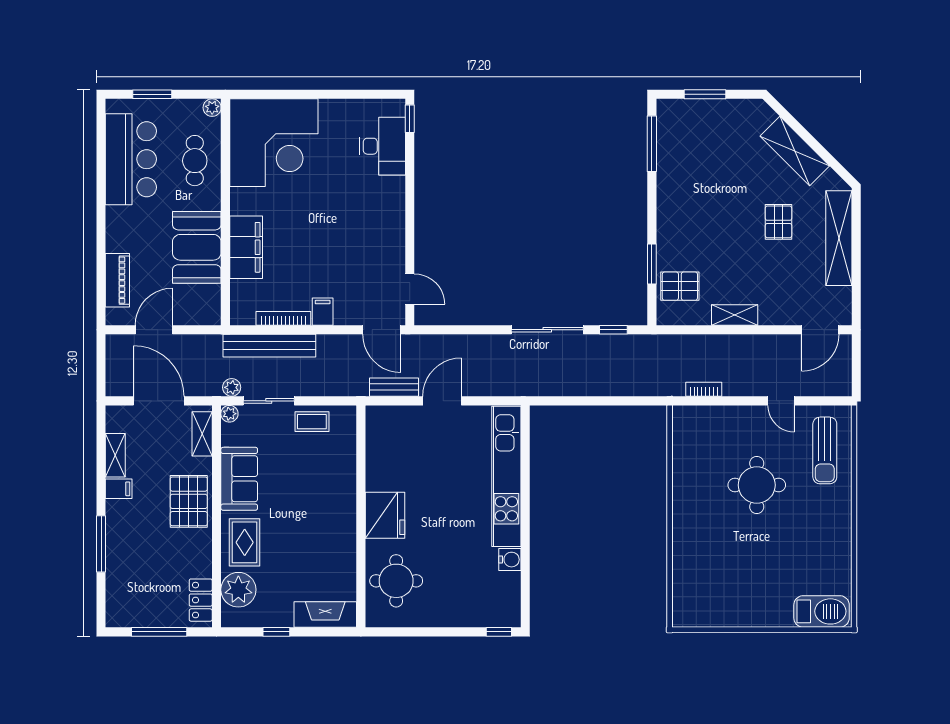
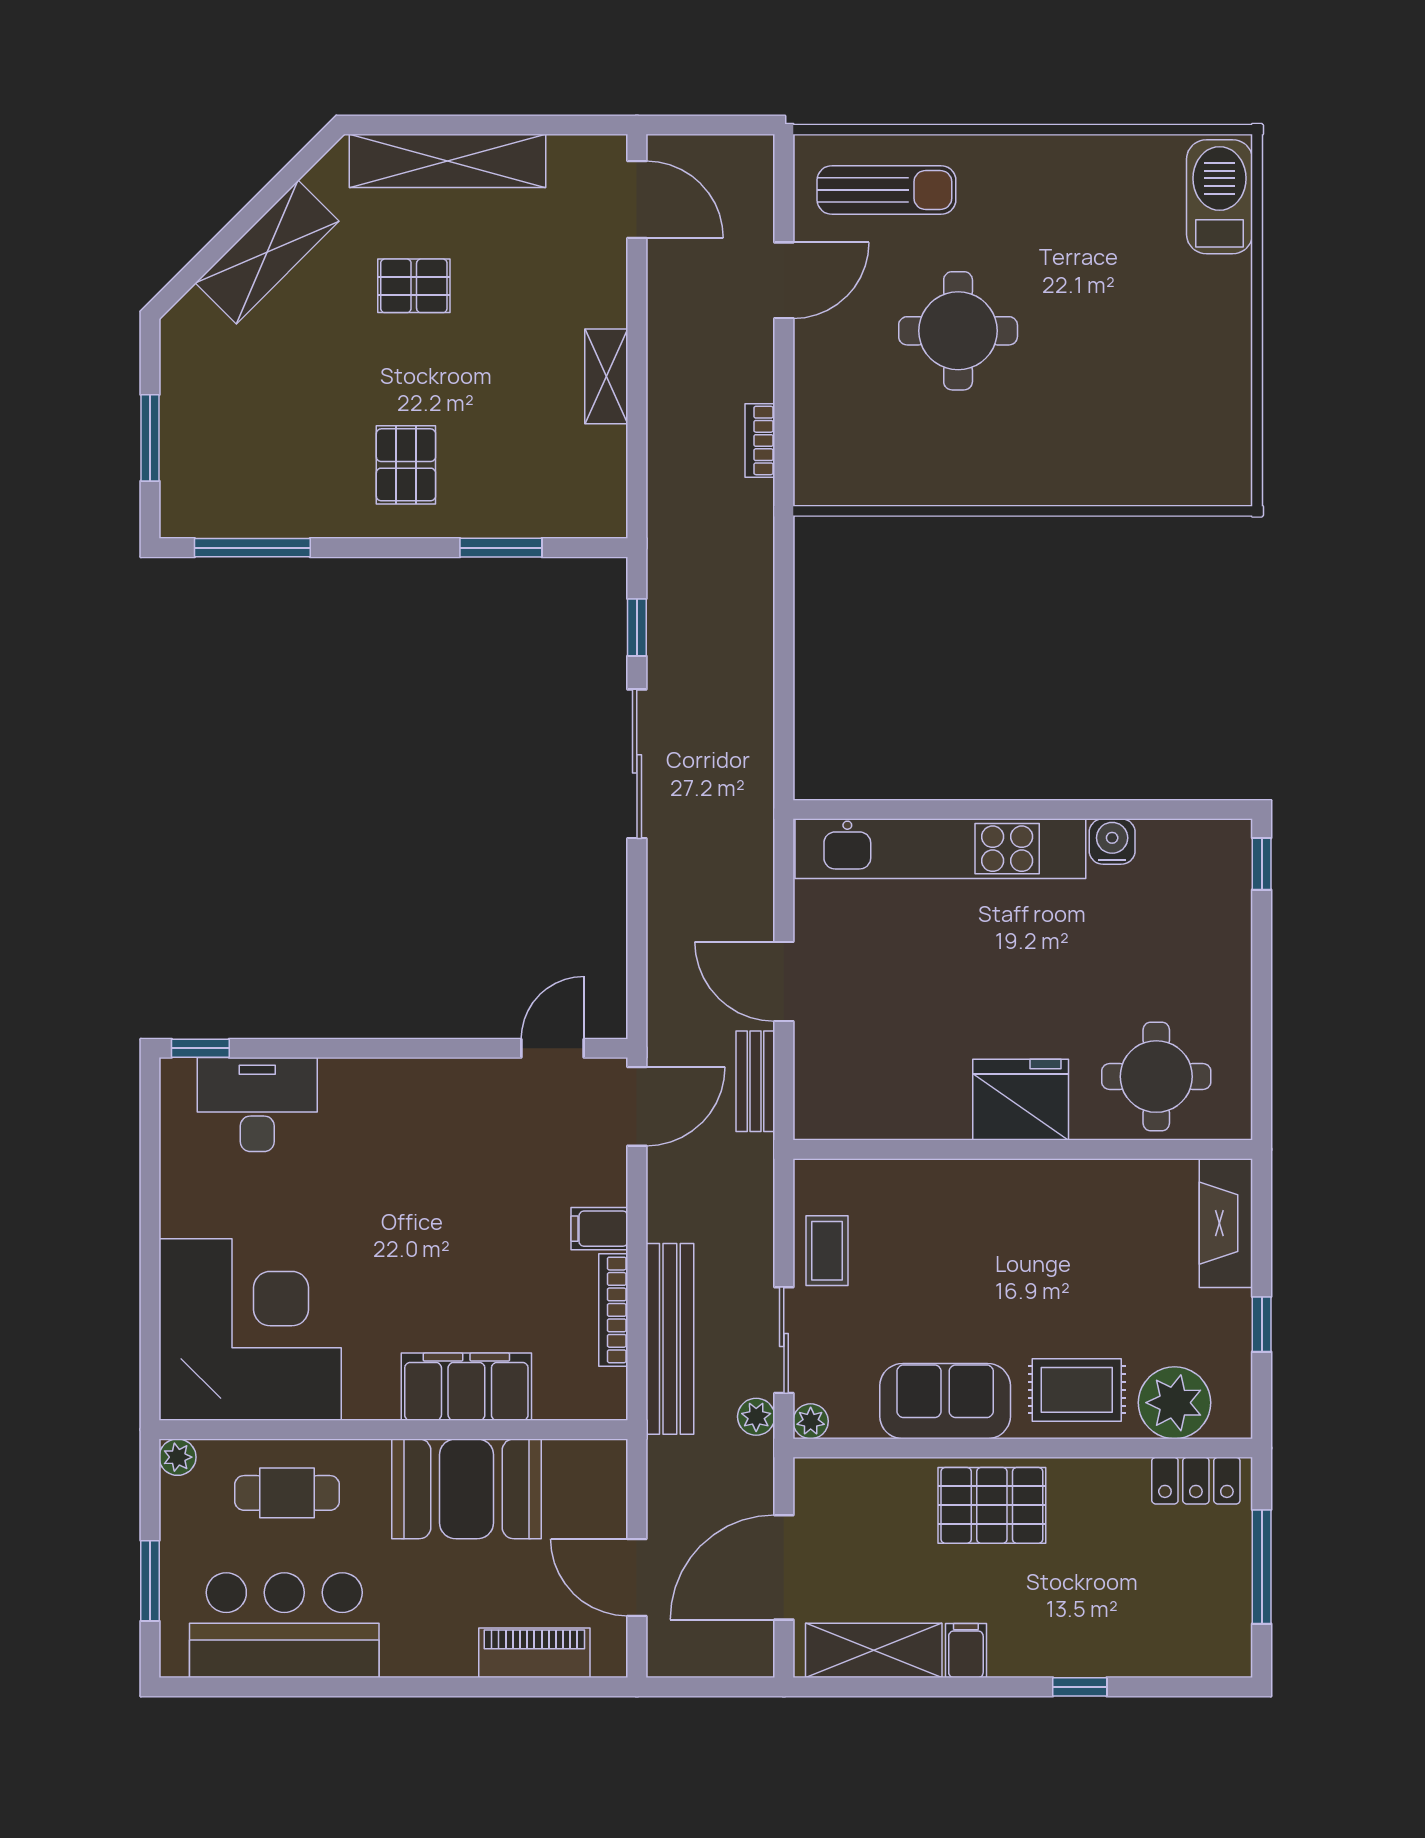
pallet: (680, 286) -> (406, 465), moved
door: (781, 401) -> (784, 280), width x1.38
shelving: (202, 434) -> (852, 1478), removed
shelving: (115, 455) -> (874, 1650), width x1.50, depth x1.33
window: (101, 544) -> (1080, 1687), width x0.46

